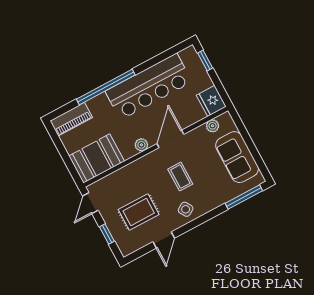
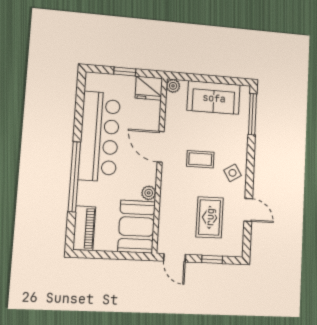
window: (205, 61) -> (125, 72), moved
plant: (212, 126) -> (173, 86), moved
plant: (141, 145) -> (149, 193), moved

